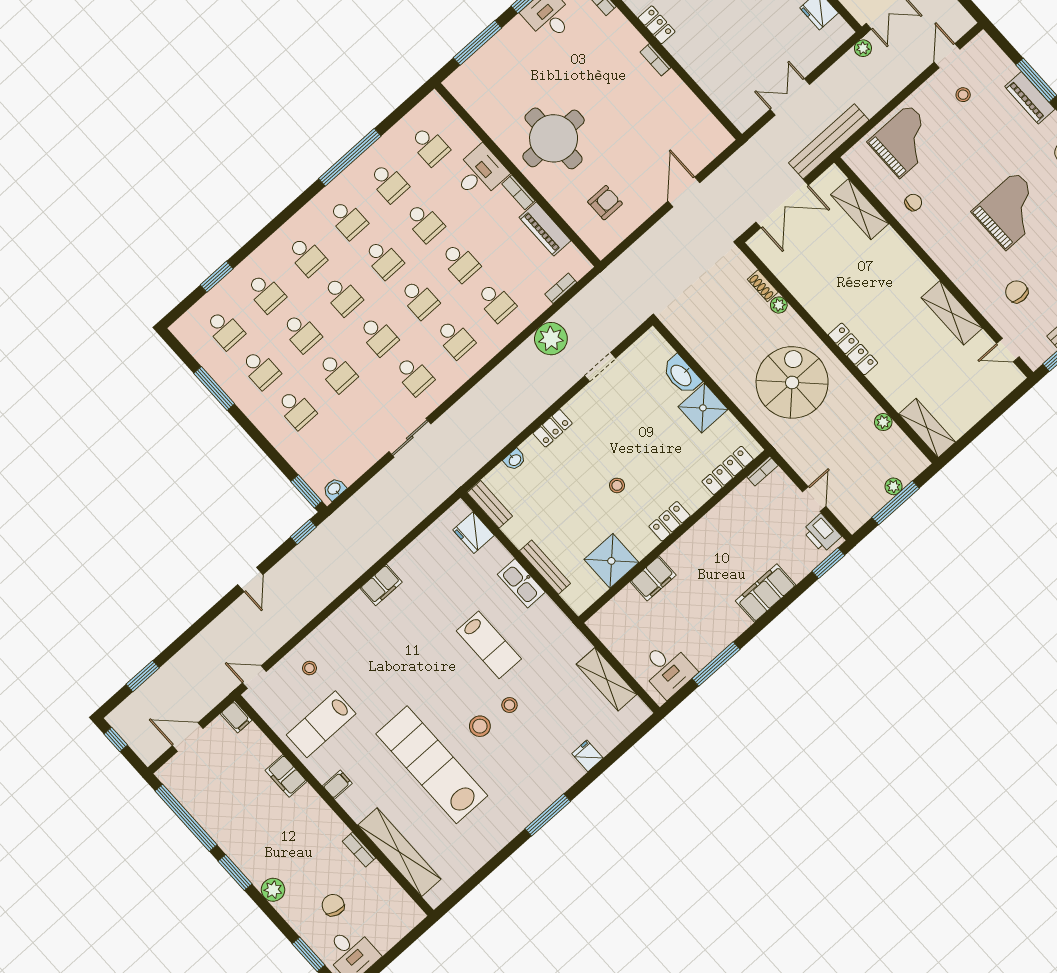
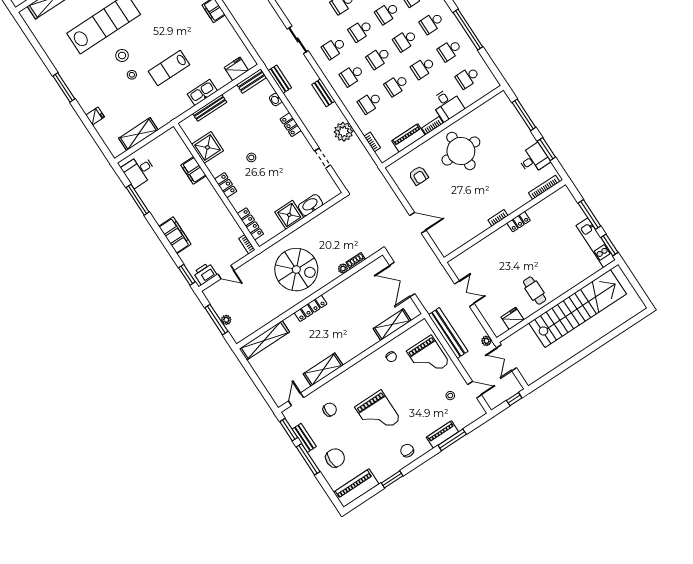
bench: (829, 141) -> (448, 333), moved
bench: (491, 382) -> (323, 93), added
plant: (883, 422) -> (265, 320), removed
shelving: (927, 428) -> (264, 340), width x1.47
bench: (480, 458) -> (280, 79), added

